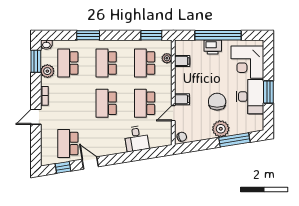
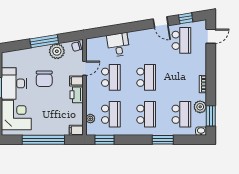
printer: (213, 47) -> (77, 95), moved, turned -90
filing cabinet: (182, 61) -> (76, 130), moved
door: (36, 117) -> (211, 36), moved
plant: (221, 129) -> (57, 51), moved
window: (234, 140) -> (44, 41), moved

